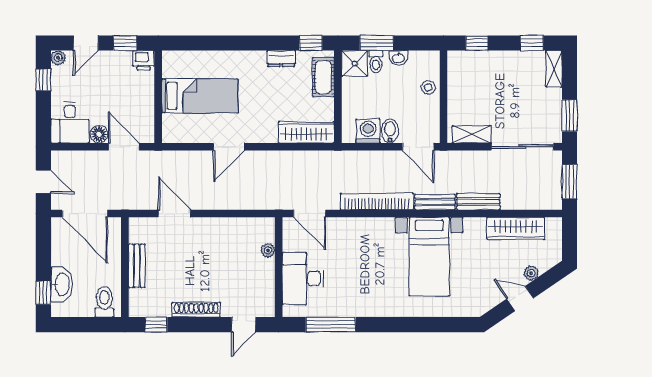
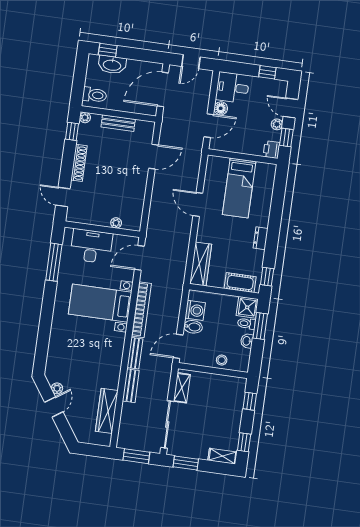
plant: (58, 58) -> (277, 124), moved
dresser: (281, 59) -> (261, 238), moved
bed with nightstands: (429, 257) -> (100, 303), moved
plant: (531, 273) -> (57, 388), moved
plant: (136, 310) -> (85, 118), added

